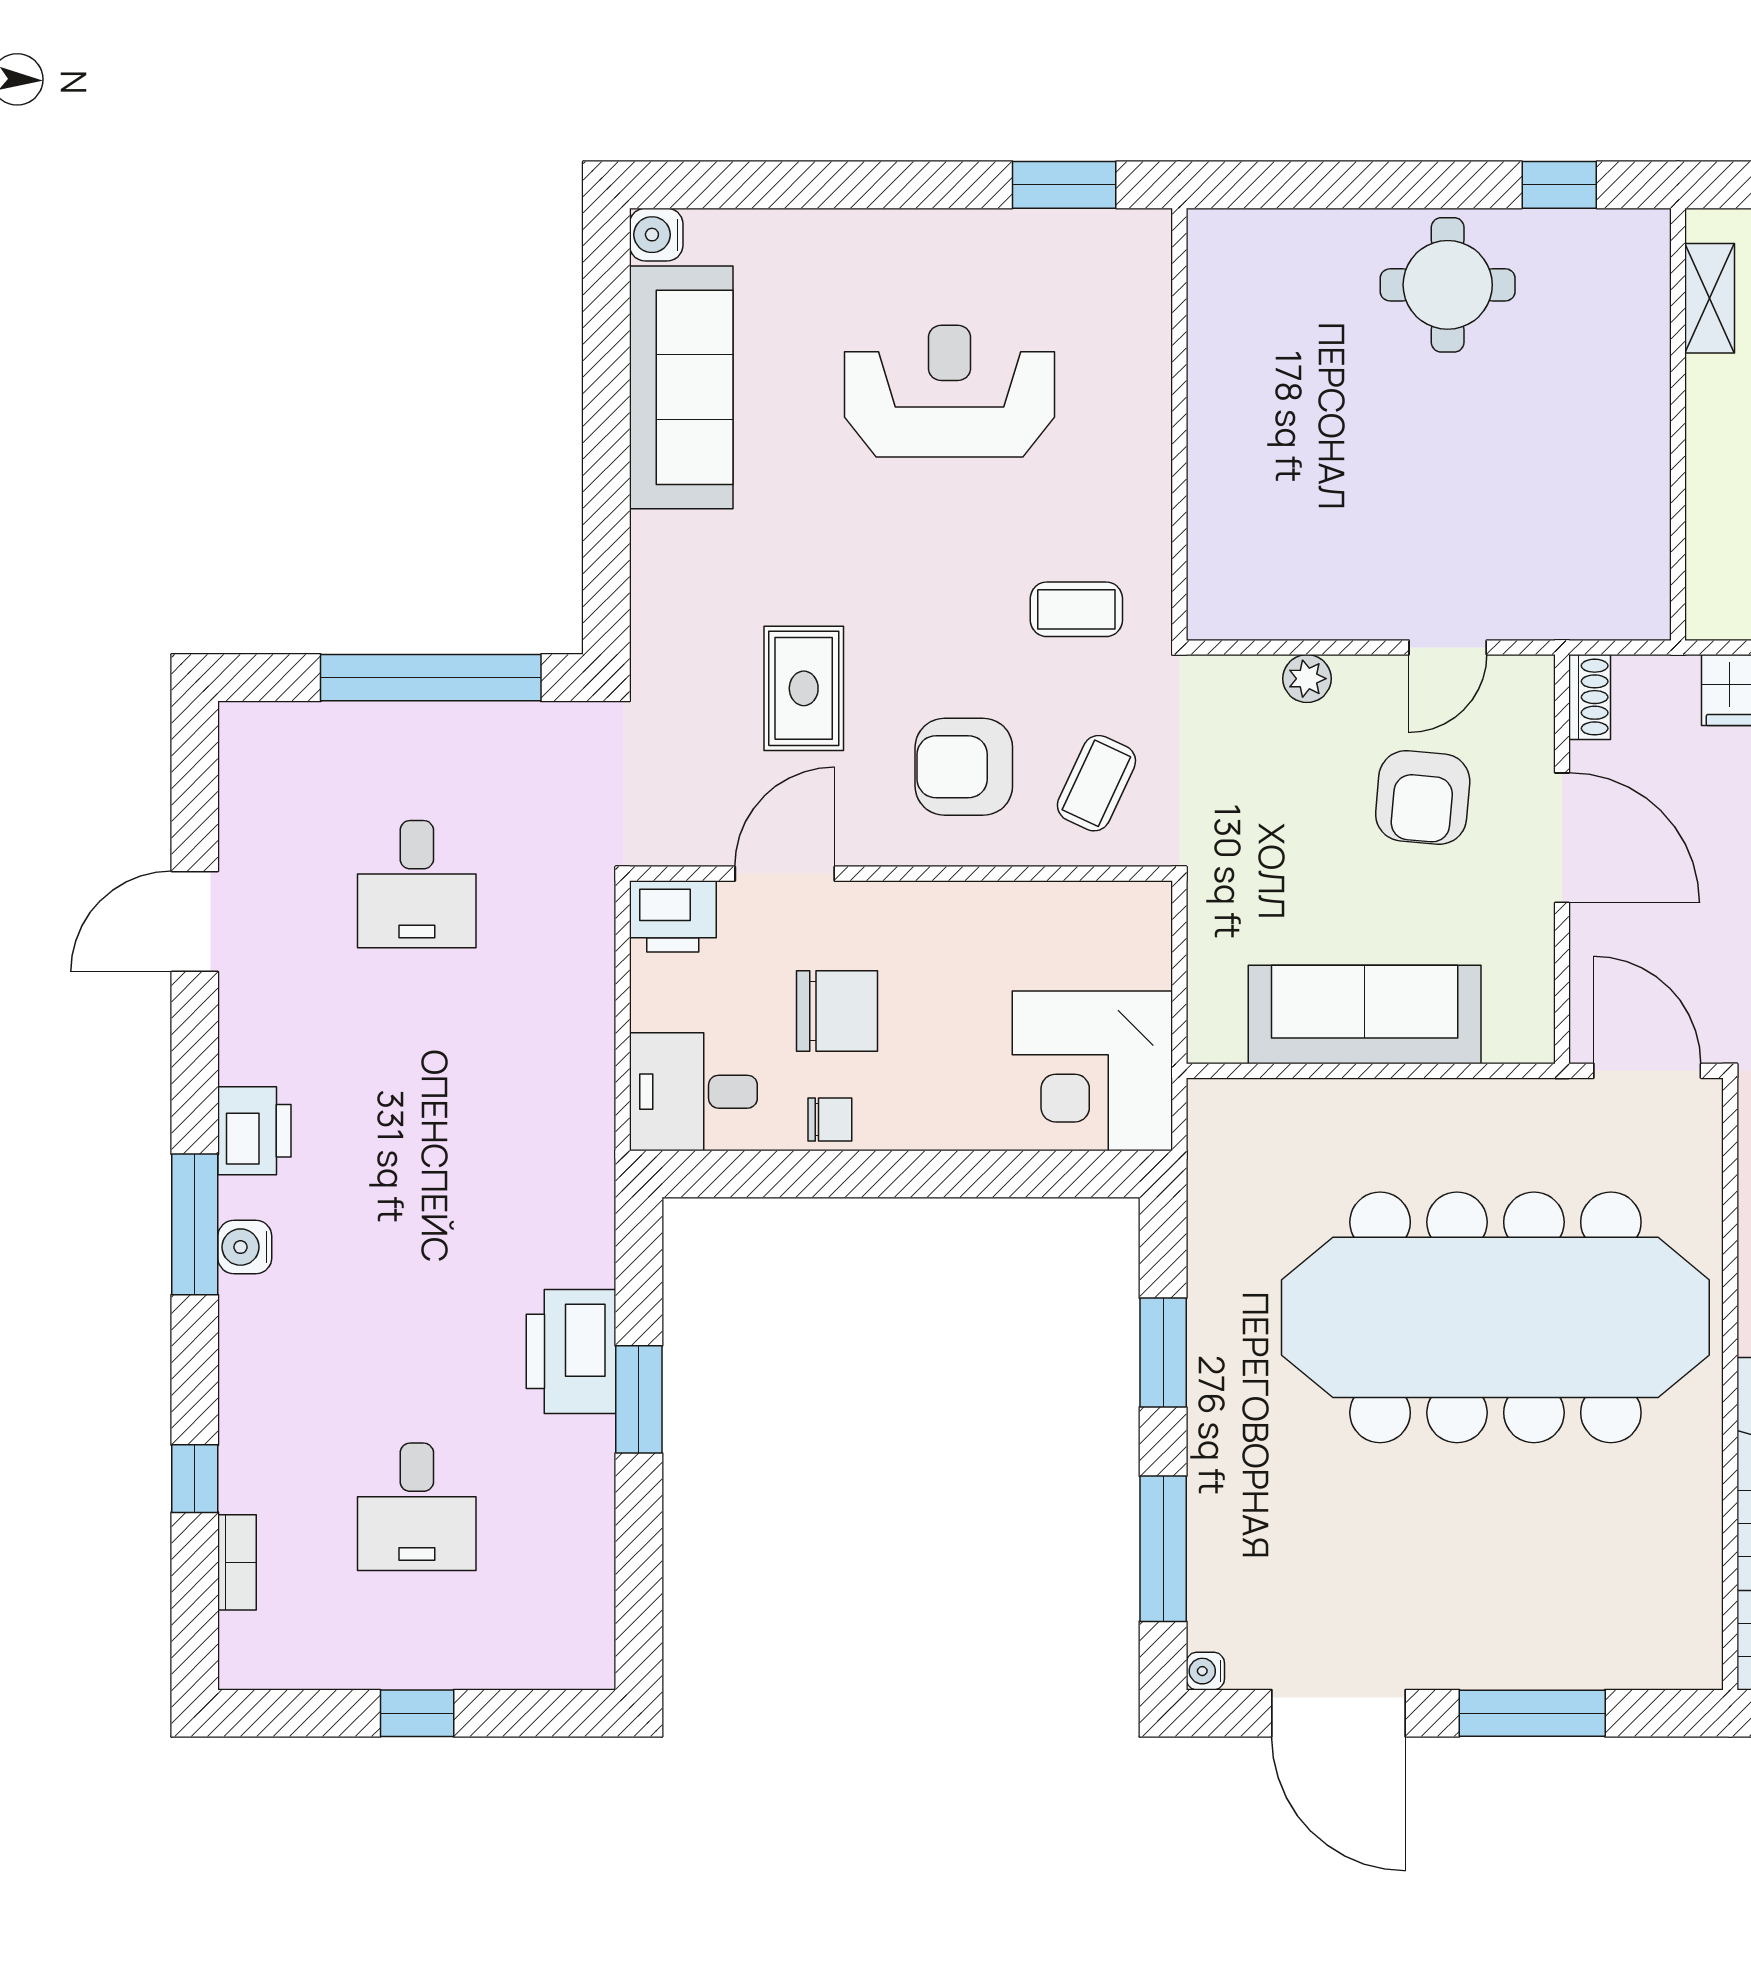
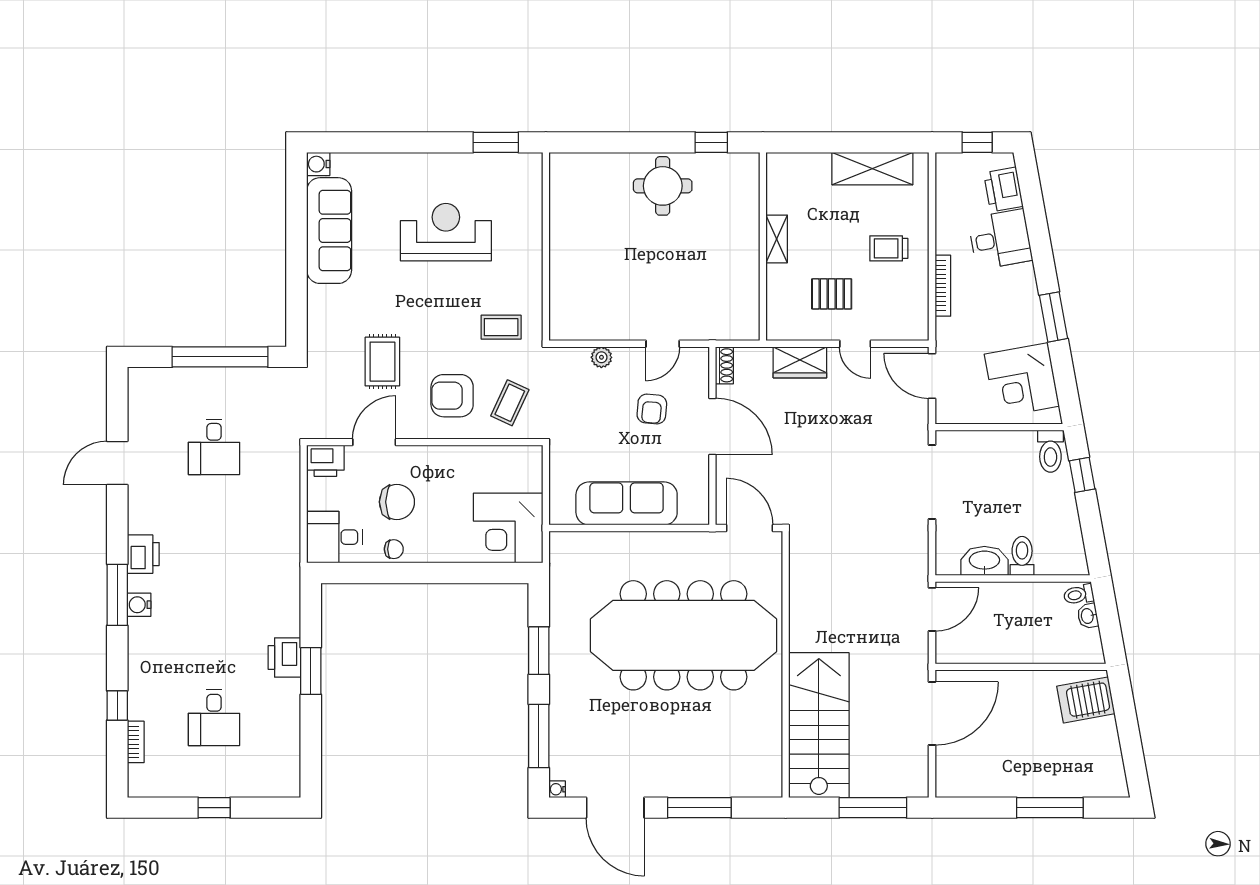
shelving: (1710, 298) -> (777, 239), moved
armchair: (1423, 797) -> (652, 409), width x0.72, depth x0.72
printer: (571, 1351) -> (284, 657), width x0.73, depth x0.84

